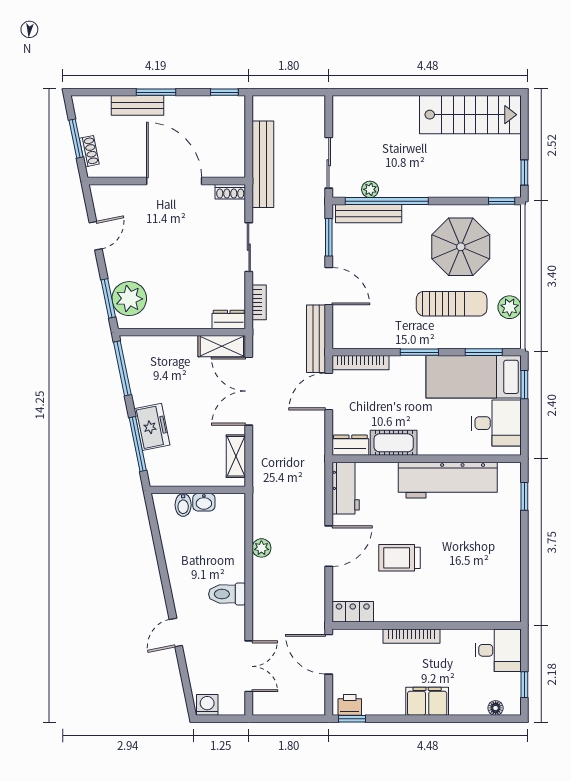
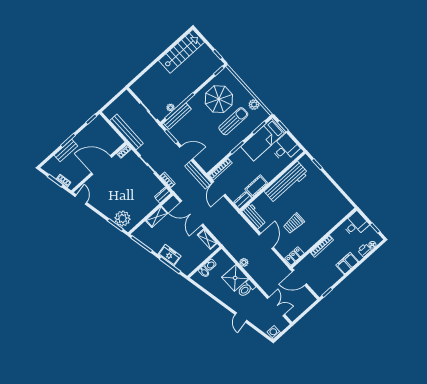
door: (96, 236) -> (81, 200), moved
shelving: (222, 346) -> (157, 217), moved
shower: (224, 560) -> (235, 278), added
printer: (350, 705) -> (364, 250), moved

